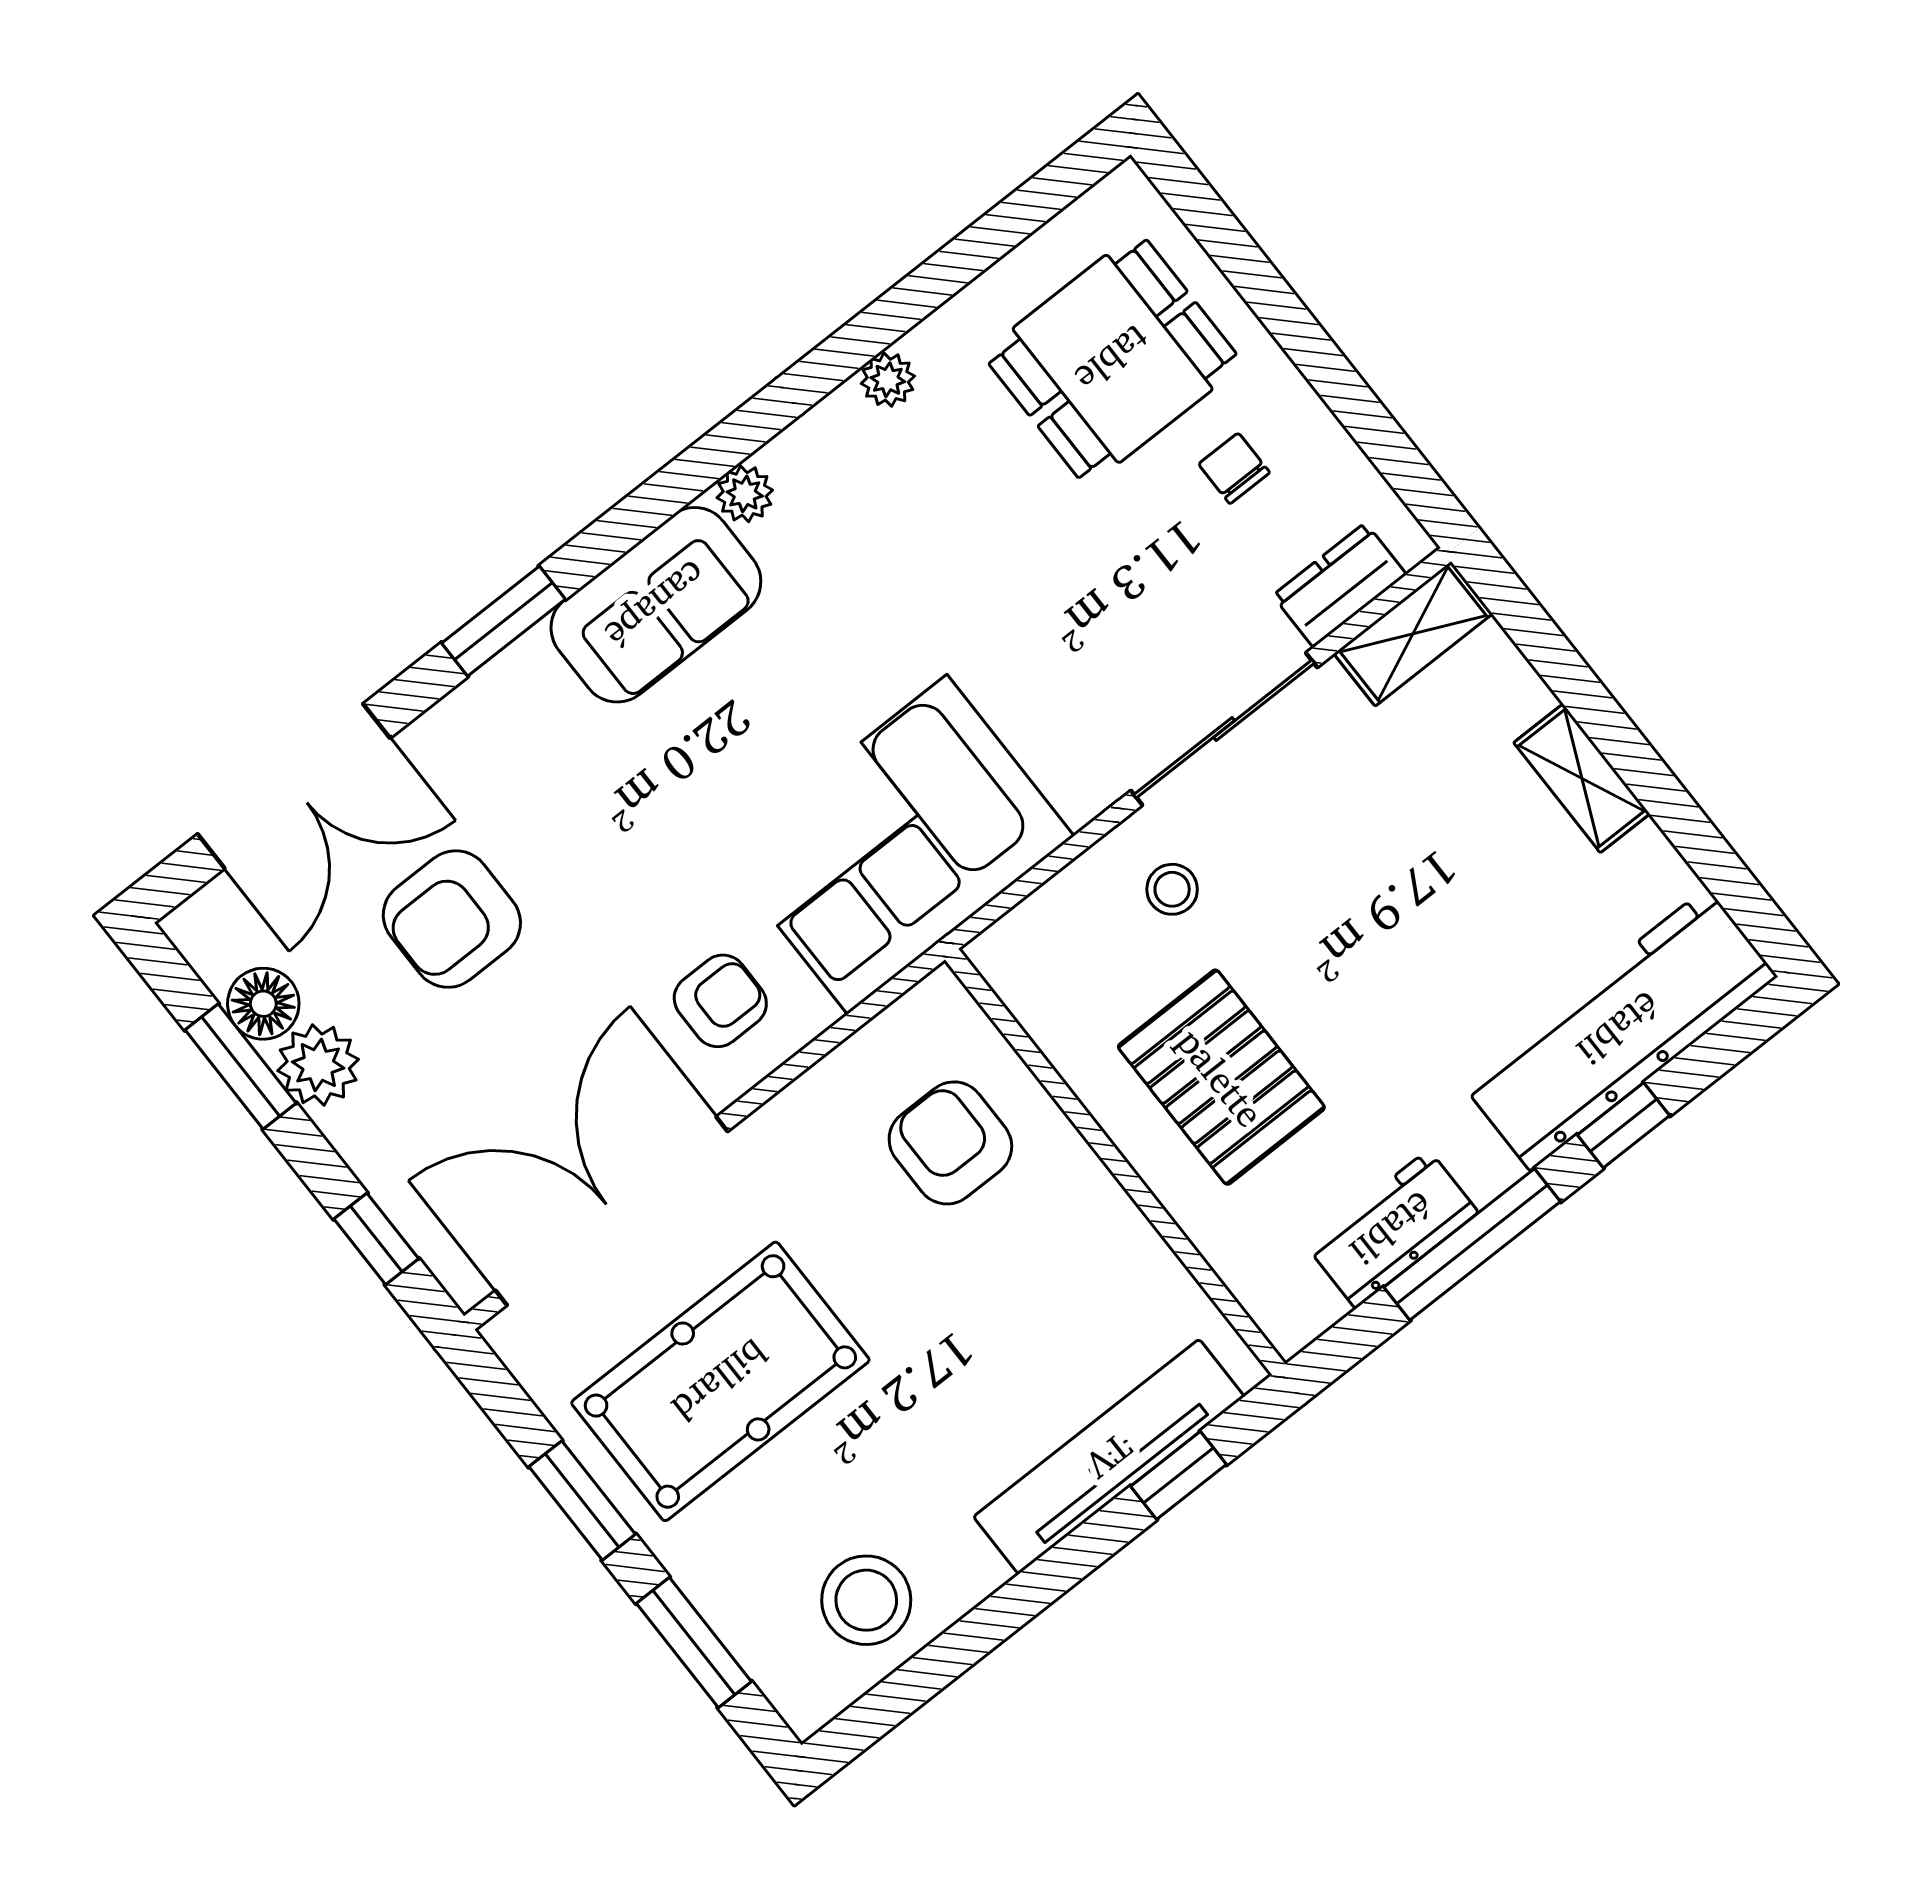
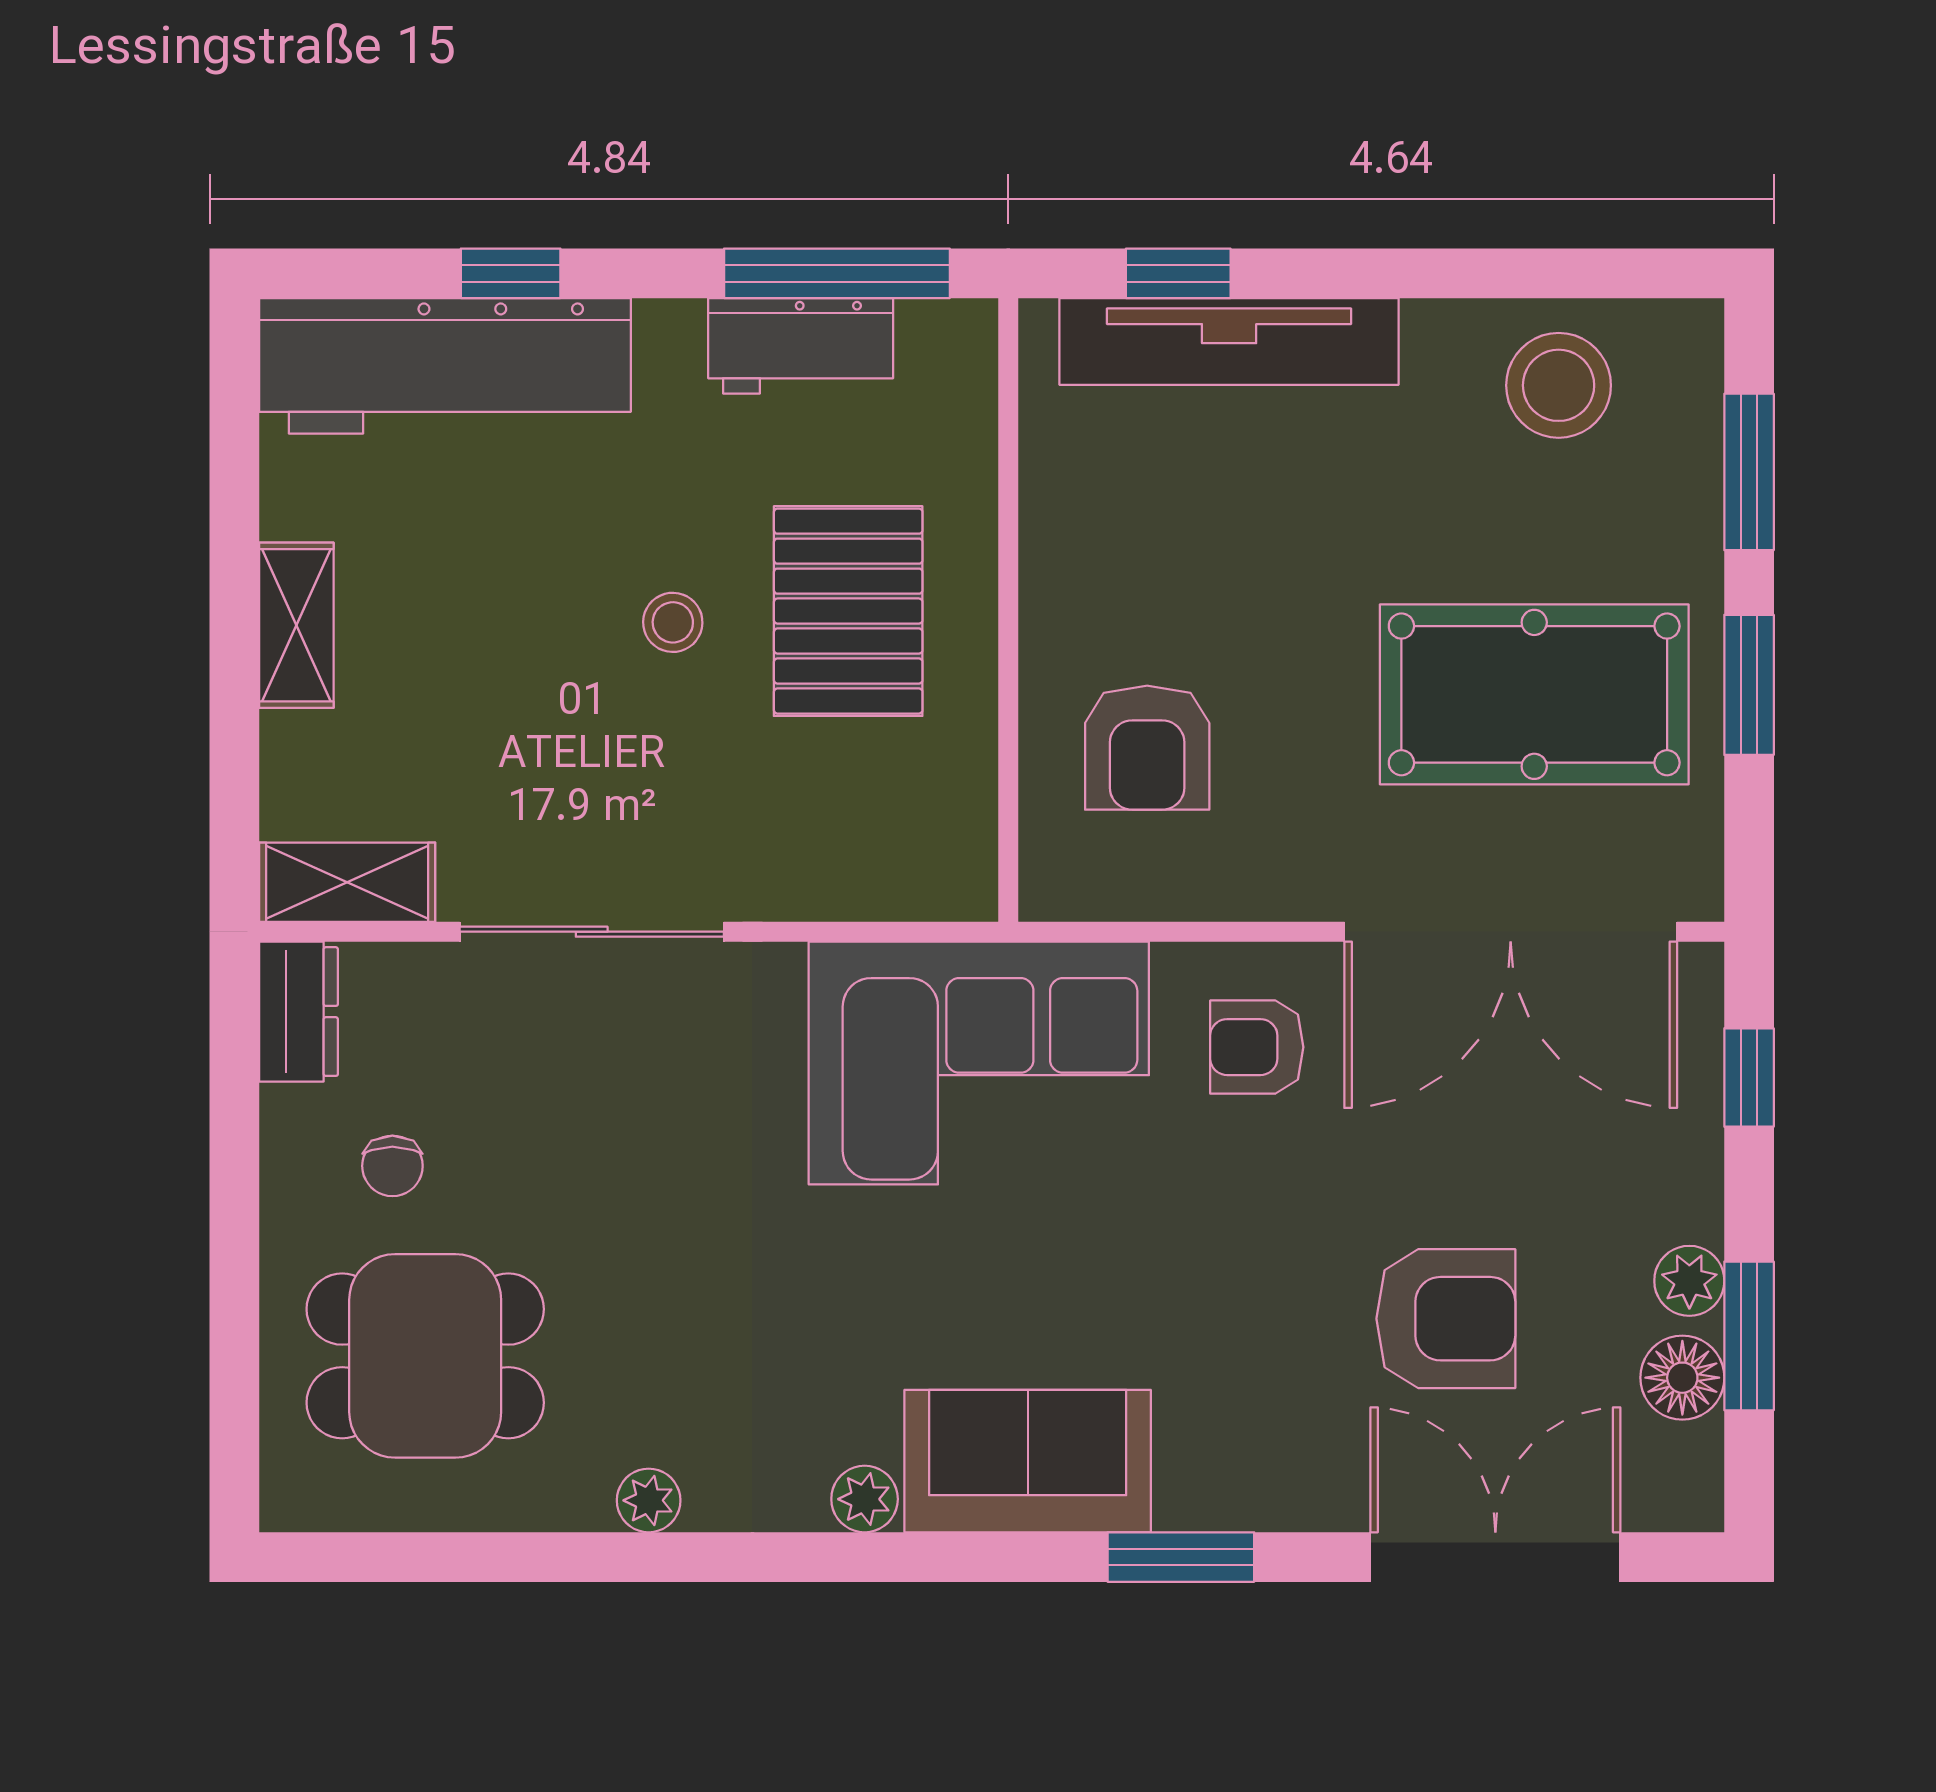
dresser: (1340, 585) -> (299, 1012), moved, turned -90
stool: (1172, 889) -> (673, 622), moved
plant: (318, 1065) -> (1689, 1281), width x0.73, depth x0.73
window: (1472, 1244) -> (837, 273), moved

